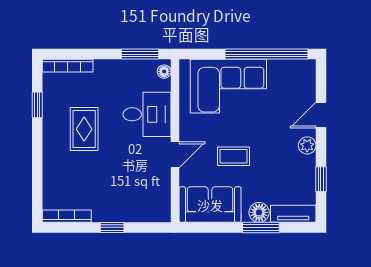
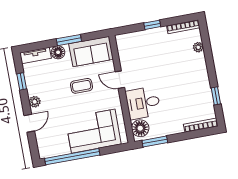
floor lamp: (164, 72) -> (140, 128), width x1.89, depth x1.89
rug: (84, 129) -> (182, 86), removed
door: (175, 155) -> (120, 80), hinge flipped
plant: (50, 182) -> (198, 47), added
window: (261, 227) -> (69, 40), moved

